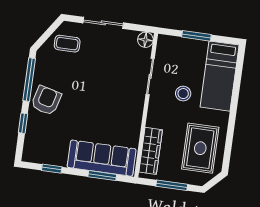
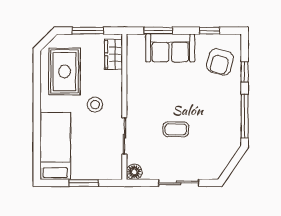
coffee table: (67, 44) -> (176, 129), moved
stool: (183, 94) -> (95, 105), moved
armchair: (46, 100) -> (220, 62), moved
wardrobe: (151, 151) -> (114, 54), width x0.67
sofa: (102, 158) -> (170, 48), width x0.73

